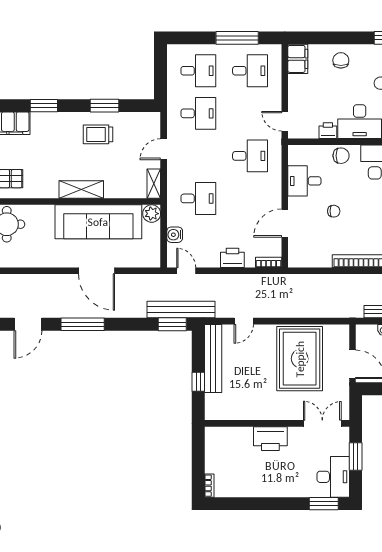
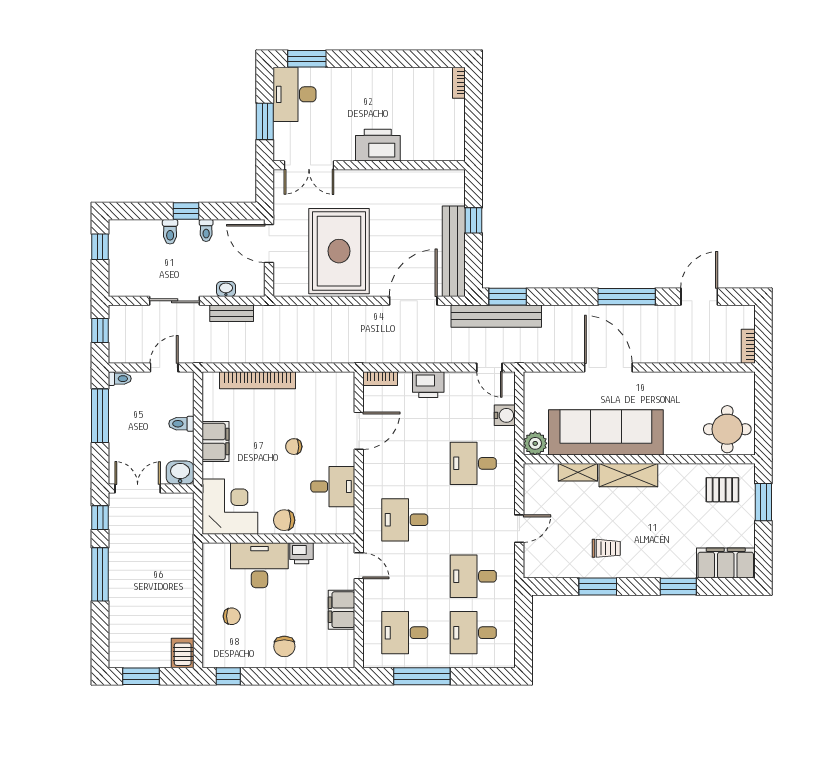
filing cabinet: (298, 59) -> (341, 610), moved
trolley: (98, 134) -> (606, 548), width x0.73, depth x0.72
shelving: (154, 184) -> (578, 472), moved, turned 90
door: (244, 321) -> (413, 301), width x1.87

